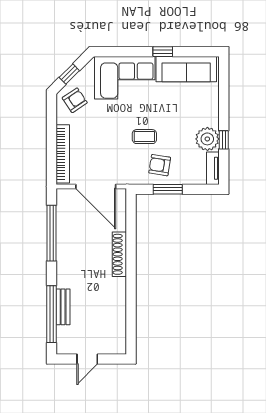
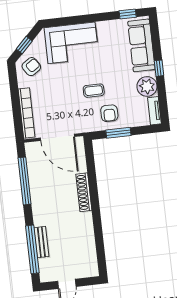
window: (163, 52) -> (128, 14), moved
sofa: (186, 69) -> (141, 45), moved, turned 90
window: (224, 140) -> (159, 68), moved
armchair: (160, 165) -> (109, 113), turned -99

